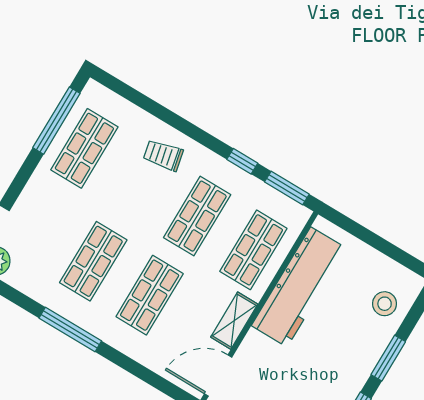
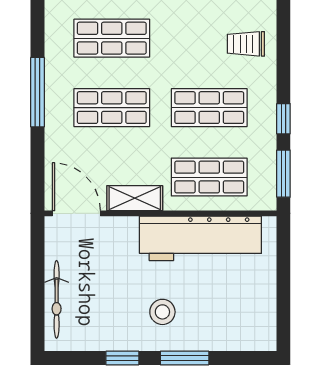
trolley: (163, 155) -> (246, 44), turned -78
stool: (385, 304) -> (162, 312), moved
window: (70, 329) -> (37, 92), moved

